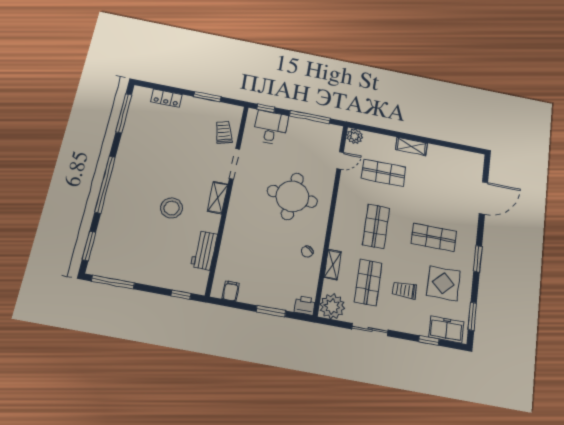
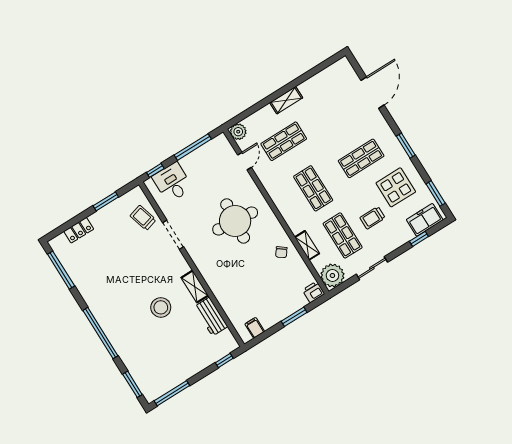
shelving: (218, 198) -> (195, 287), moved

